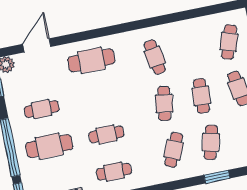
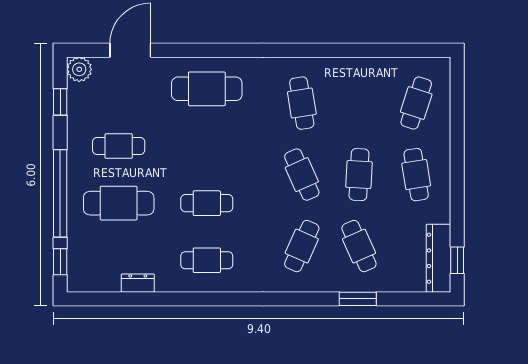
cafe table: (164, 103) -> (302, 175), turned -33
cafe table: (211, 142) -> (359, 246), turned -39

